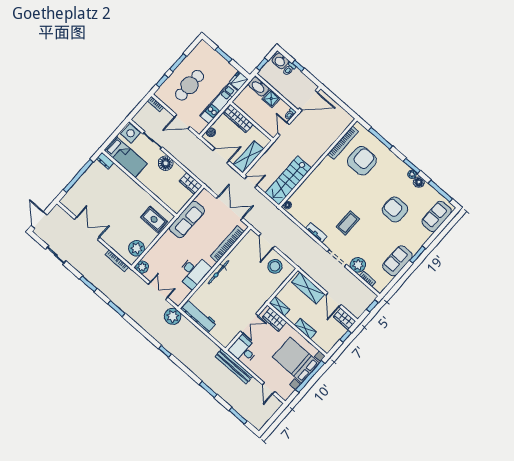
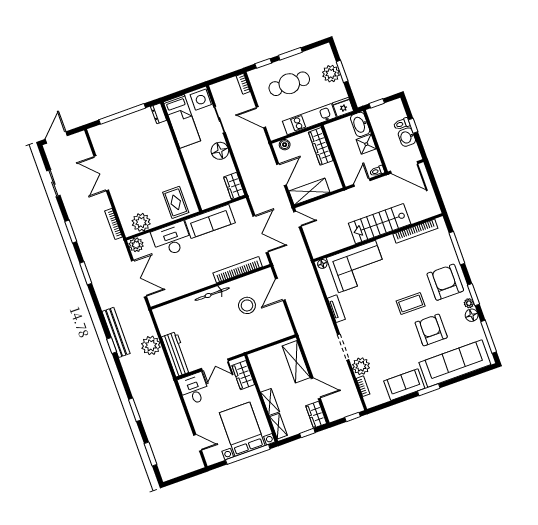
plant: (216, 61) -> (331, 74), added
washbasin: (280, 61) -> (407, 137), moved
door: (221, 156) -> (282, 175), hinge flipped
armchair: (362, 161) -> (445, 282), moved, turned -90
stairs: (288, 180) -> (380, 224), moved
corner sofa: (314, 193) -> (357, 267), added
sofa: (437, 216) -> (455, 364), width x1.85, depth x1.27
coffee table: (348, 223) -> (411, 304), moved
double door: (87, 228) -> (101, 173), swing flipped
stool: (275, 266) -> (247, 305), moved
desk: (194, 271) -> (172, 239), moved, turned 180
double door: (158, 291) -> (139, 279), width x1.37
door: (333, 300) -> (316, 388), swing flipped
shelving: (280, 306) -> (278, 426), moved
plant: (173, 316) -> (151, 345), moved
workbench: (199, 316) -> (176, 354), moved
bench: (234, 366) -> (116, 332), moved
door: (268, 388) -> (198, 443), swing flipped

